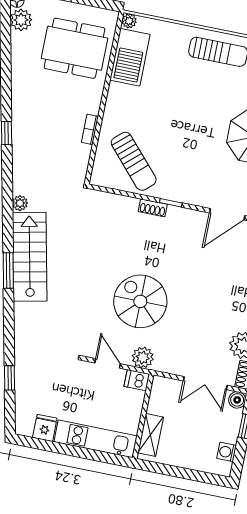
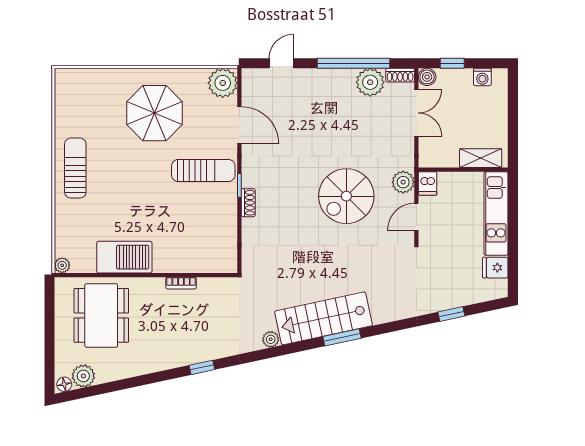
barbecue: (130, 57) -> (124, 257), moved
sun lounger: (134, 161) -> (203, 171), moved, turned 42

